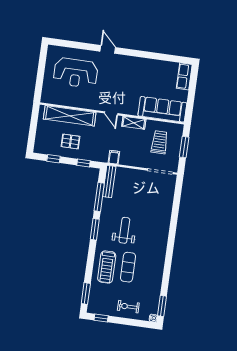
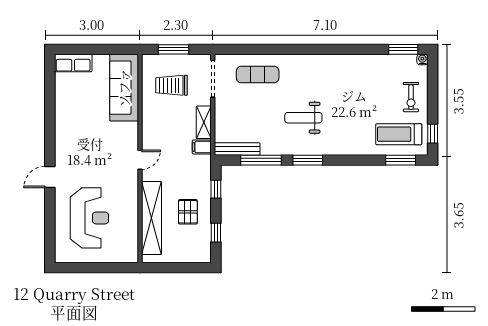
shelving: (134, 123) -> (204, 122), moved
treadmill: (107, 267) -> (399, 134), moved, turned 180
exercise mat: (128, 267) -> (258, 75), moved

